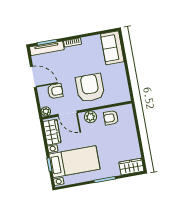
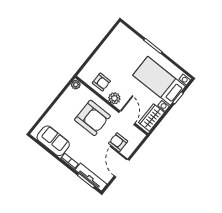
sofa: (112, 48) -> (53, 141), moved, turned -90
armchair: (90, 88) -> (92, 118), turned -90
plant: (46, 111) -> (76, 85), moved
wardrobe: (131, 167) -> (125, 34), removed

